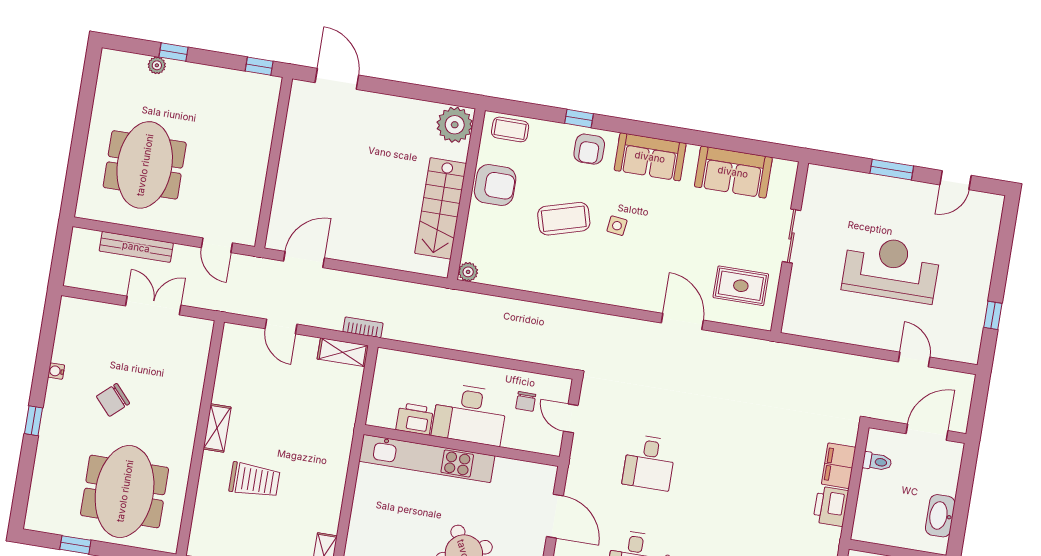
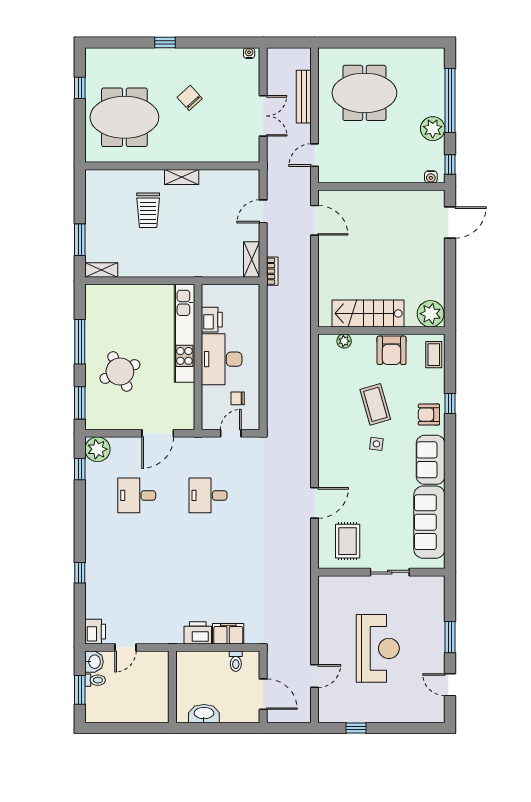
window: (174, 52) -> (450, 101), width x3.17
plant: (157, 65) -> (433, 129), moved, width x1.87, depth x1.87
water cooler: (272, 94) -> (431, 177), added
sofa: (733, 172) -> (429, 522), width x1.36
plant: (468, 272) -> (344, 341), moved
water cooler: (56, 371) -> (249, 53), moved

